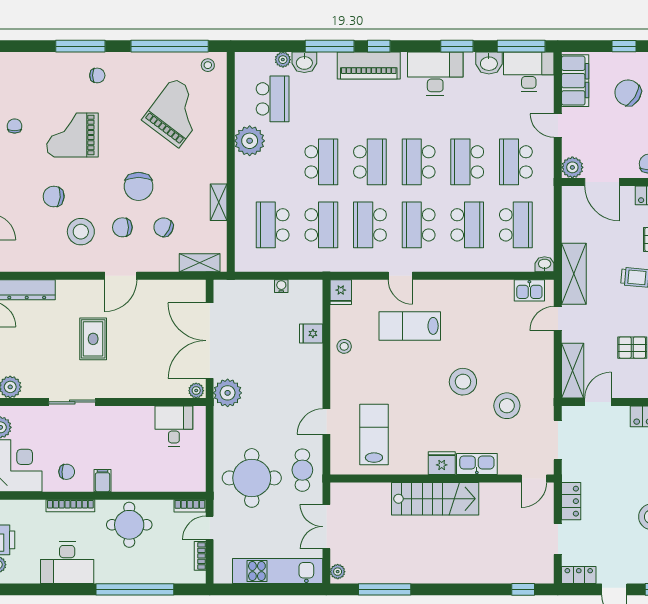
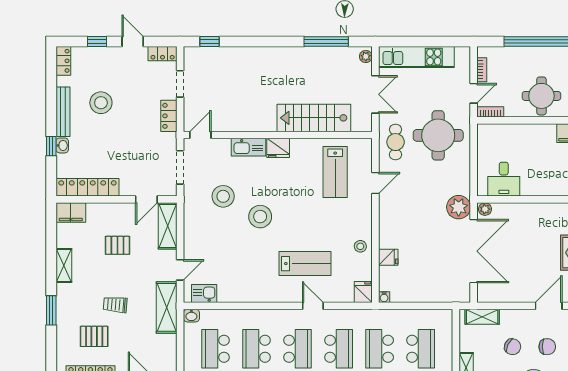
water cooler: (281, 286) -> (384, 297), moved
stairs: (435, 499) -> (314, 118), moved

